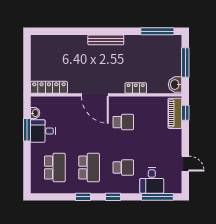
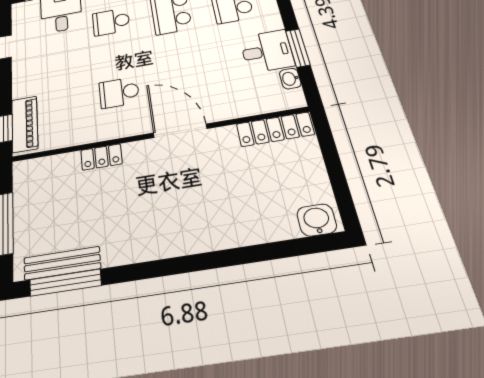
bench: (106, 40) -> (62, 263), moved
washbasin: (175, 85) -> (317, 220), moved, turned -90

